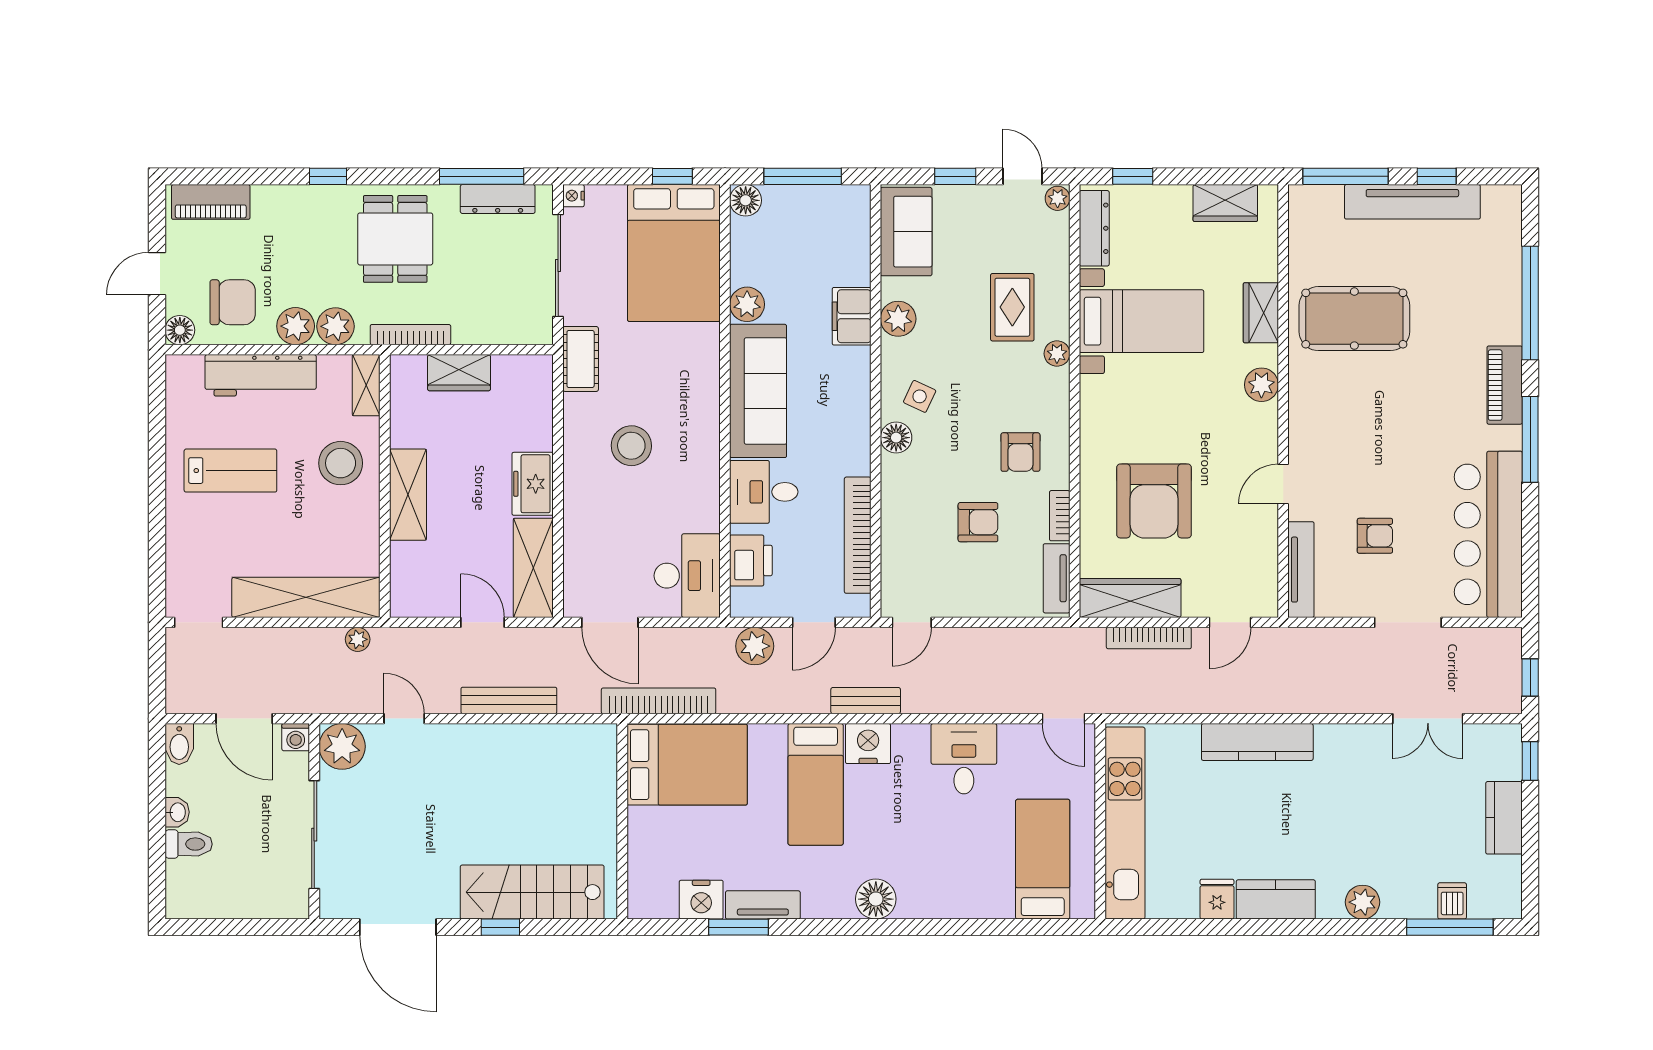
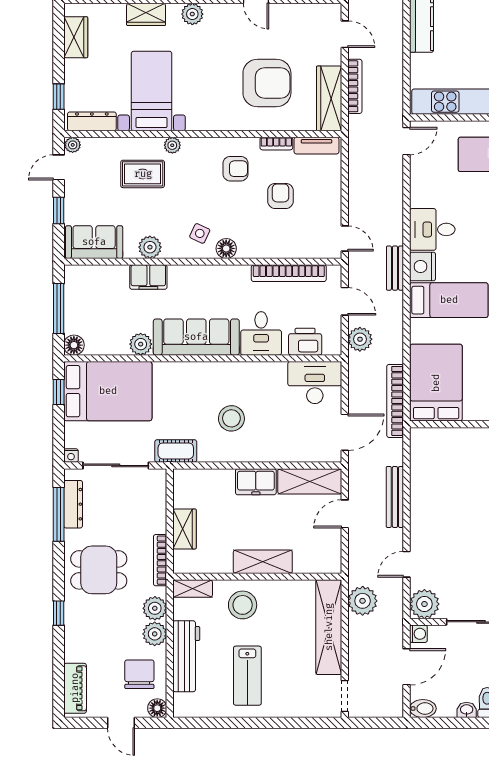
lab bench: (230, 471) -> (247, 676), turned 180
plant: (358, 639) -> (363, 601), width x1.88, depth x1.88
desk: (964, 759) -> (432, 229), moved

